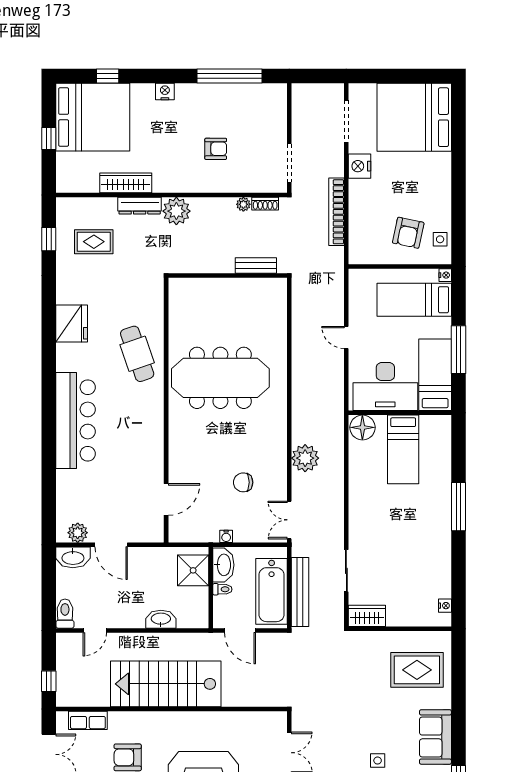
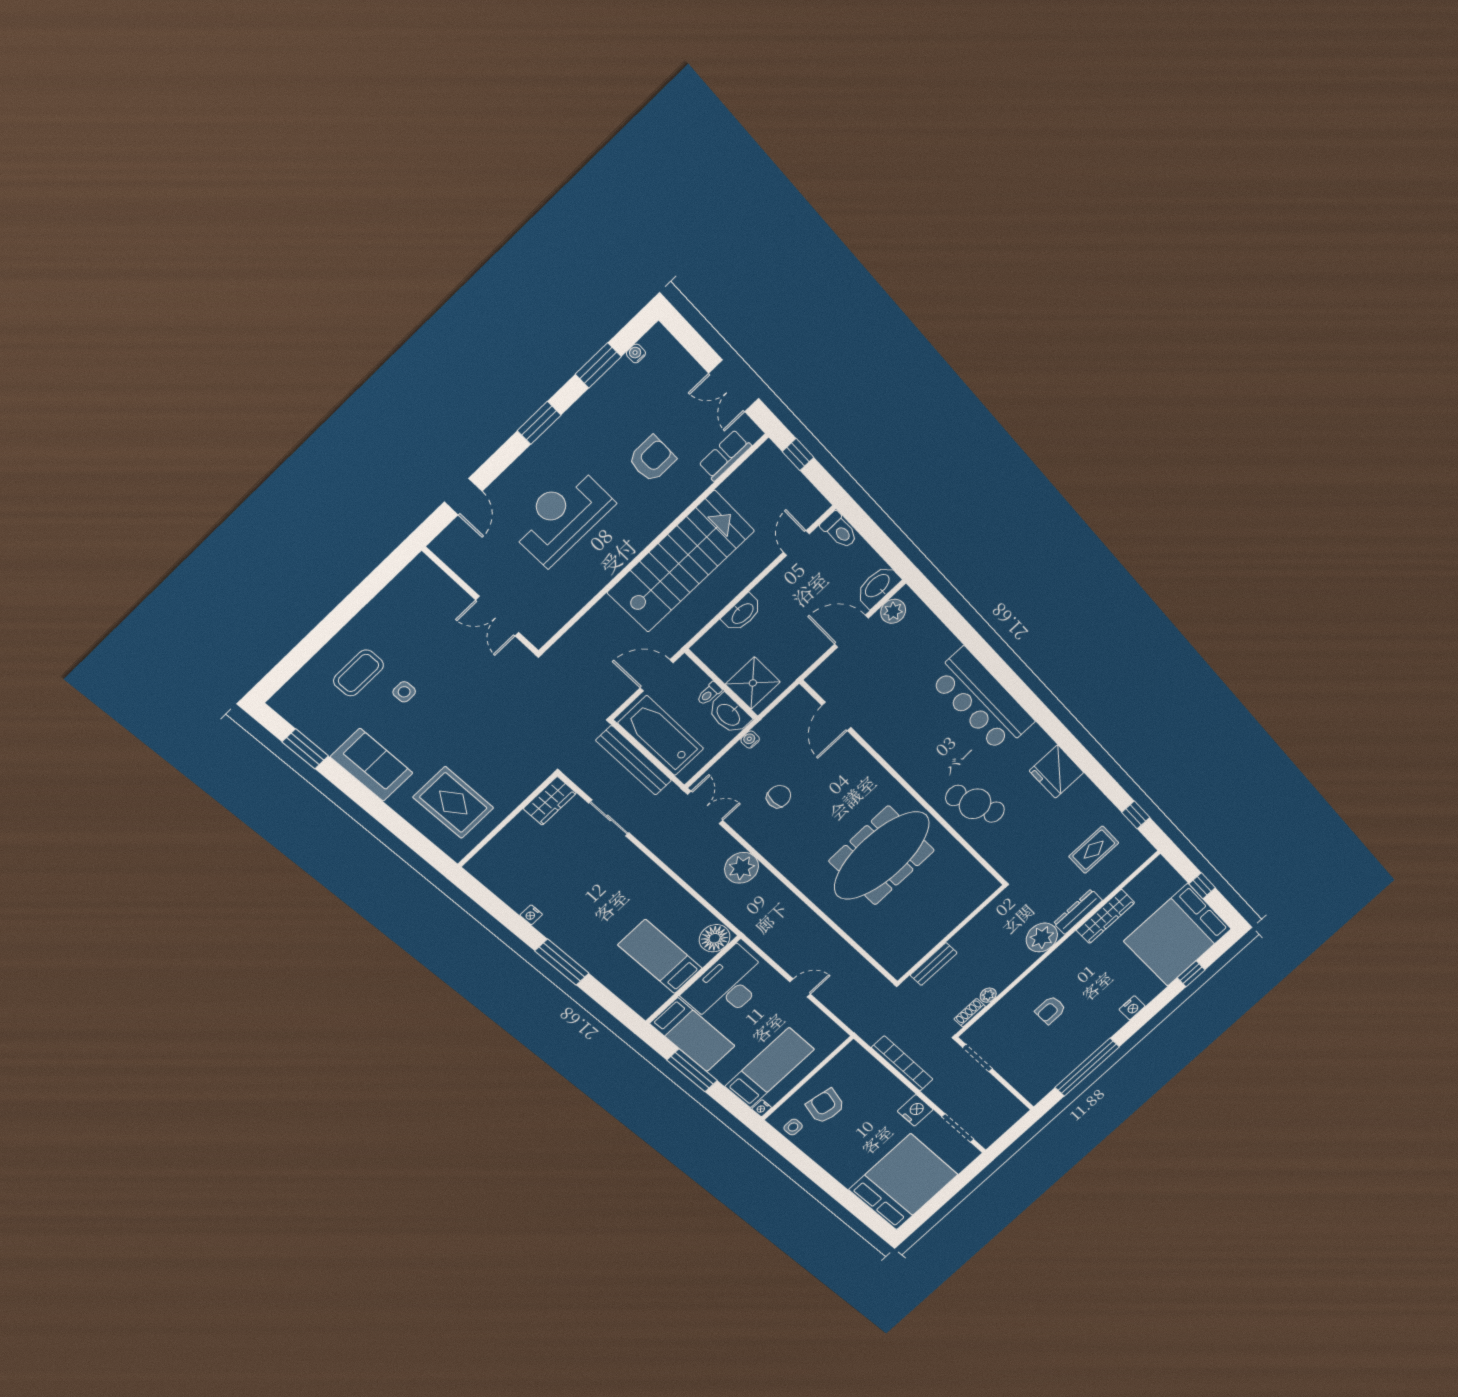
nightstand: (445, 606) -> (531, 915), moved
rug: (417, 670) -> (453, 803), turned 90

